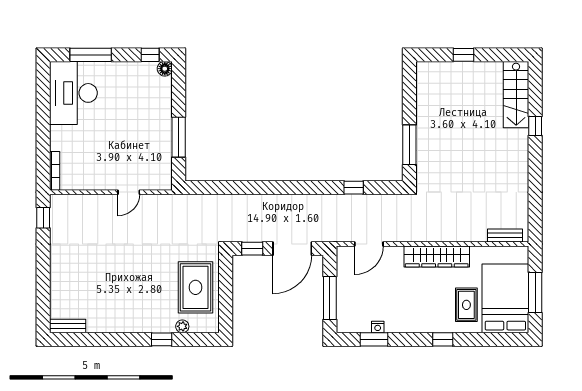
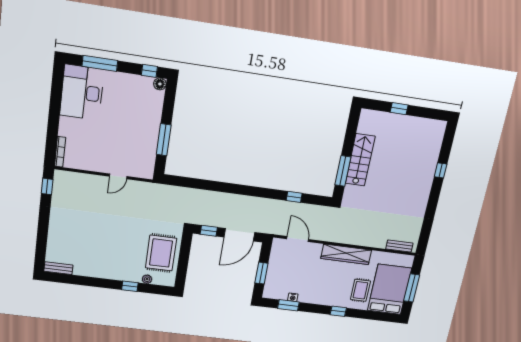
stairs: (516, 95) -> (360, 160), moved, turned 180
door: (369, 244) -> (298, 239), swing flipped
window: (330, 298) -> (261, 273), width x0.69

